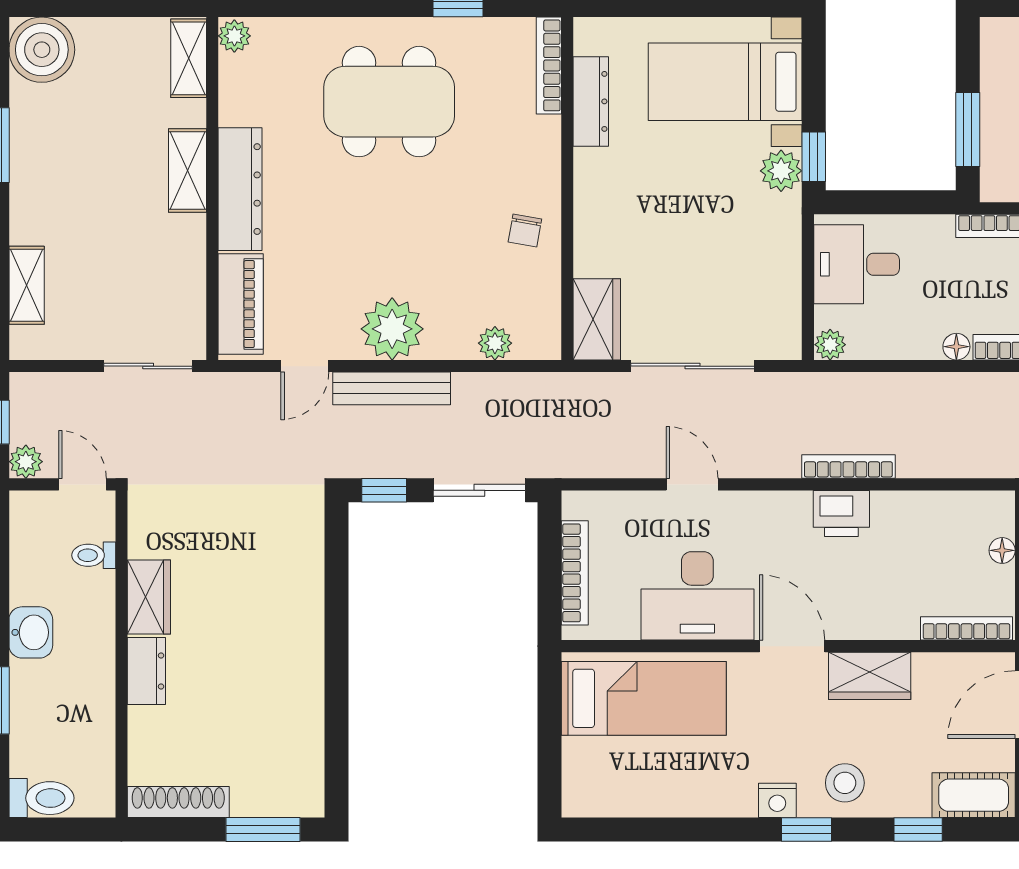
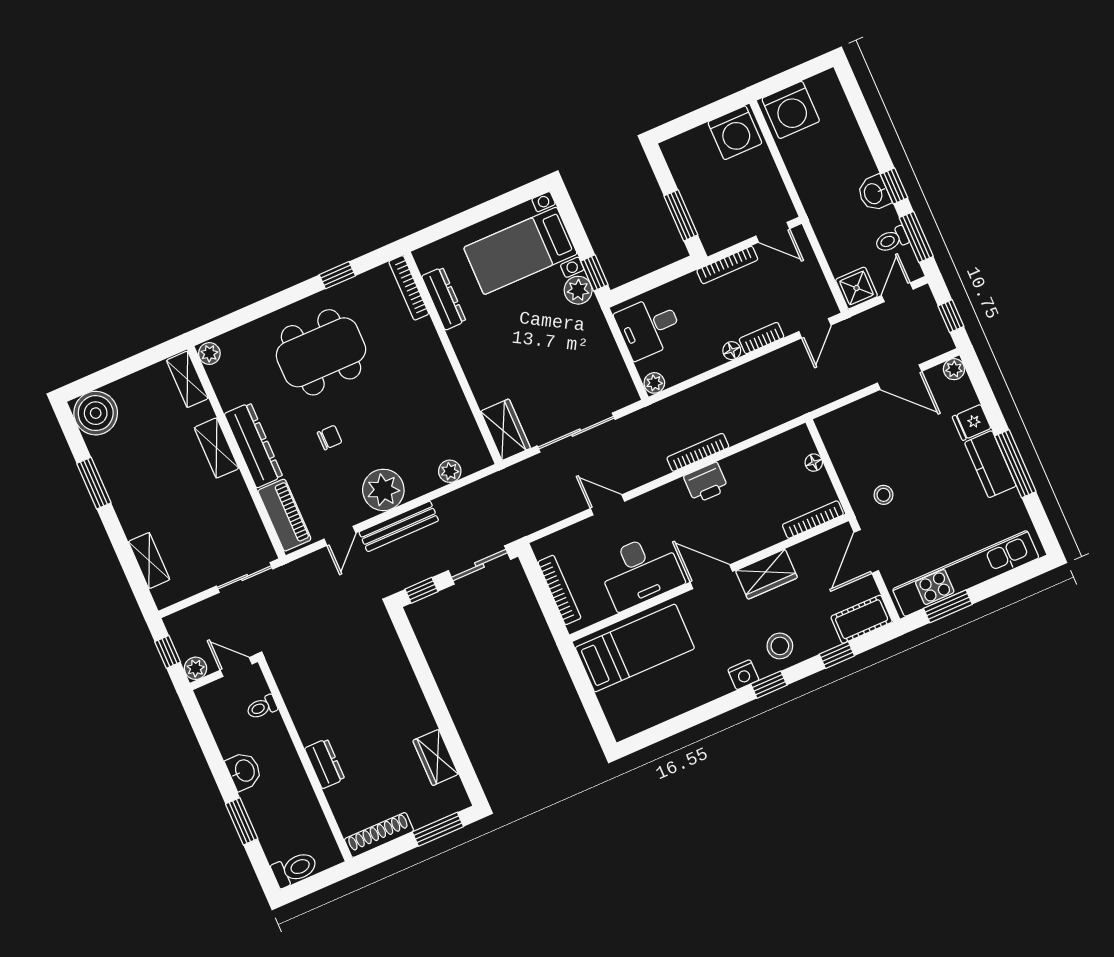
chair: (525, 230) -> (330, 438), moved, turned -100
wardrobe: (149, 597) -> (436, 757), moved, turned 180

